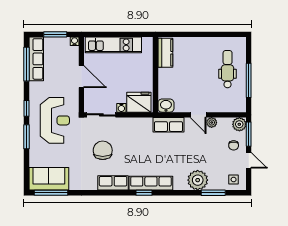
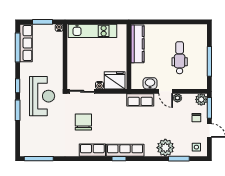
kitchen counter: (165, 53) -> (137, 44), width x1.50
dental chair: (228, 69) -> (180, 58), moved
door: (81, 77) -> (65, 58), removed
washbasin: (166, 106) -> (150, 83), moved
sofa: (49, 179) -> (37, 146), removed

